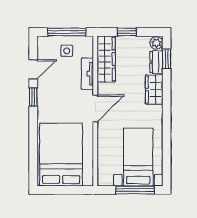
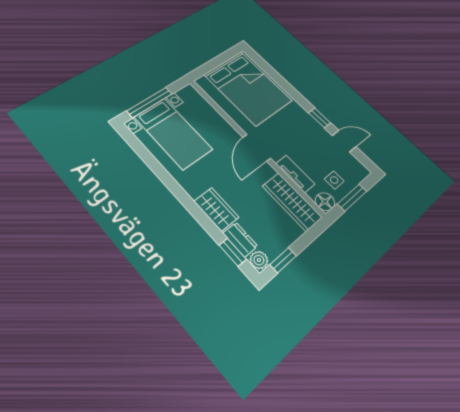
window: (67, 32) -> (352, 198), width x0.69
window: (127, 32) -> (283, 260), moved
floor lamp: (86, 43) -> (325, 202), added
door: (33, 69) -> (344, 141), swing flipped

